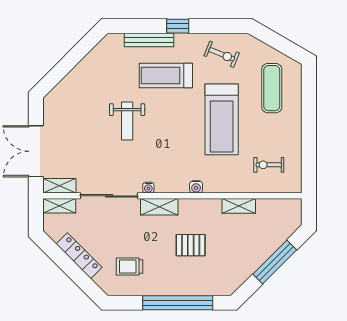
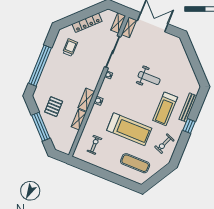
treadmill: (166, 76) -> (165, 109), turned 180
treadmill: (222, 119) -> (129, 129), turned 180
weight bench: (127, 121) -> (149, 78), turned 180
shelving: (159, 207) -> (86, 100), moved
pallet: (191, 245) -> (54, 107), moved

